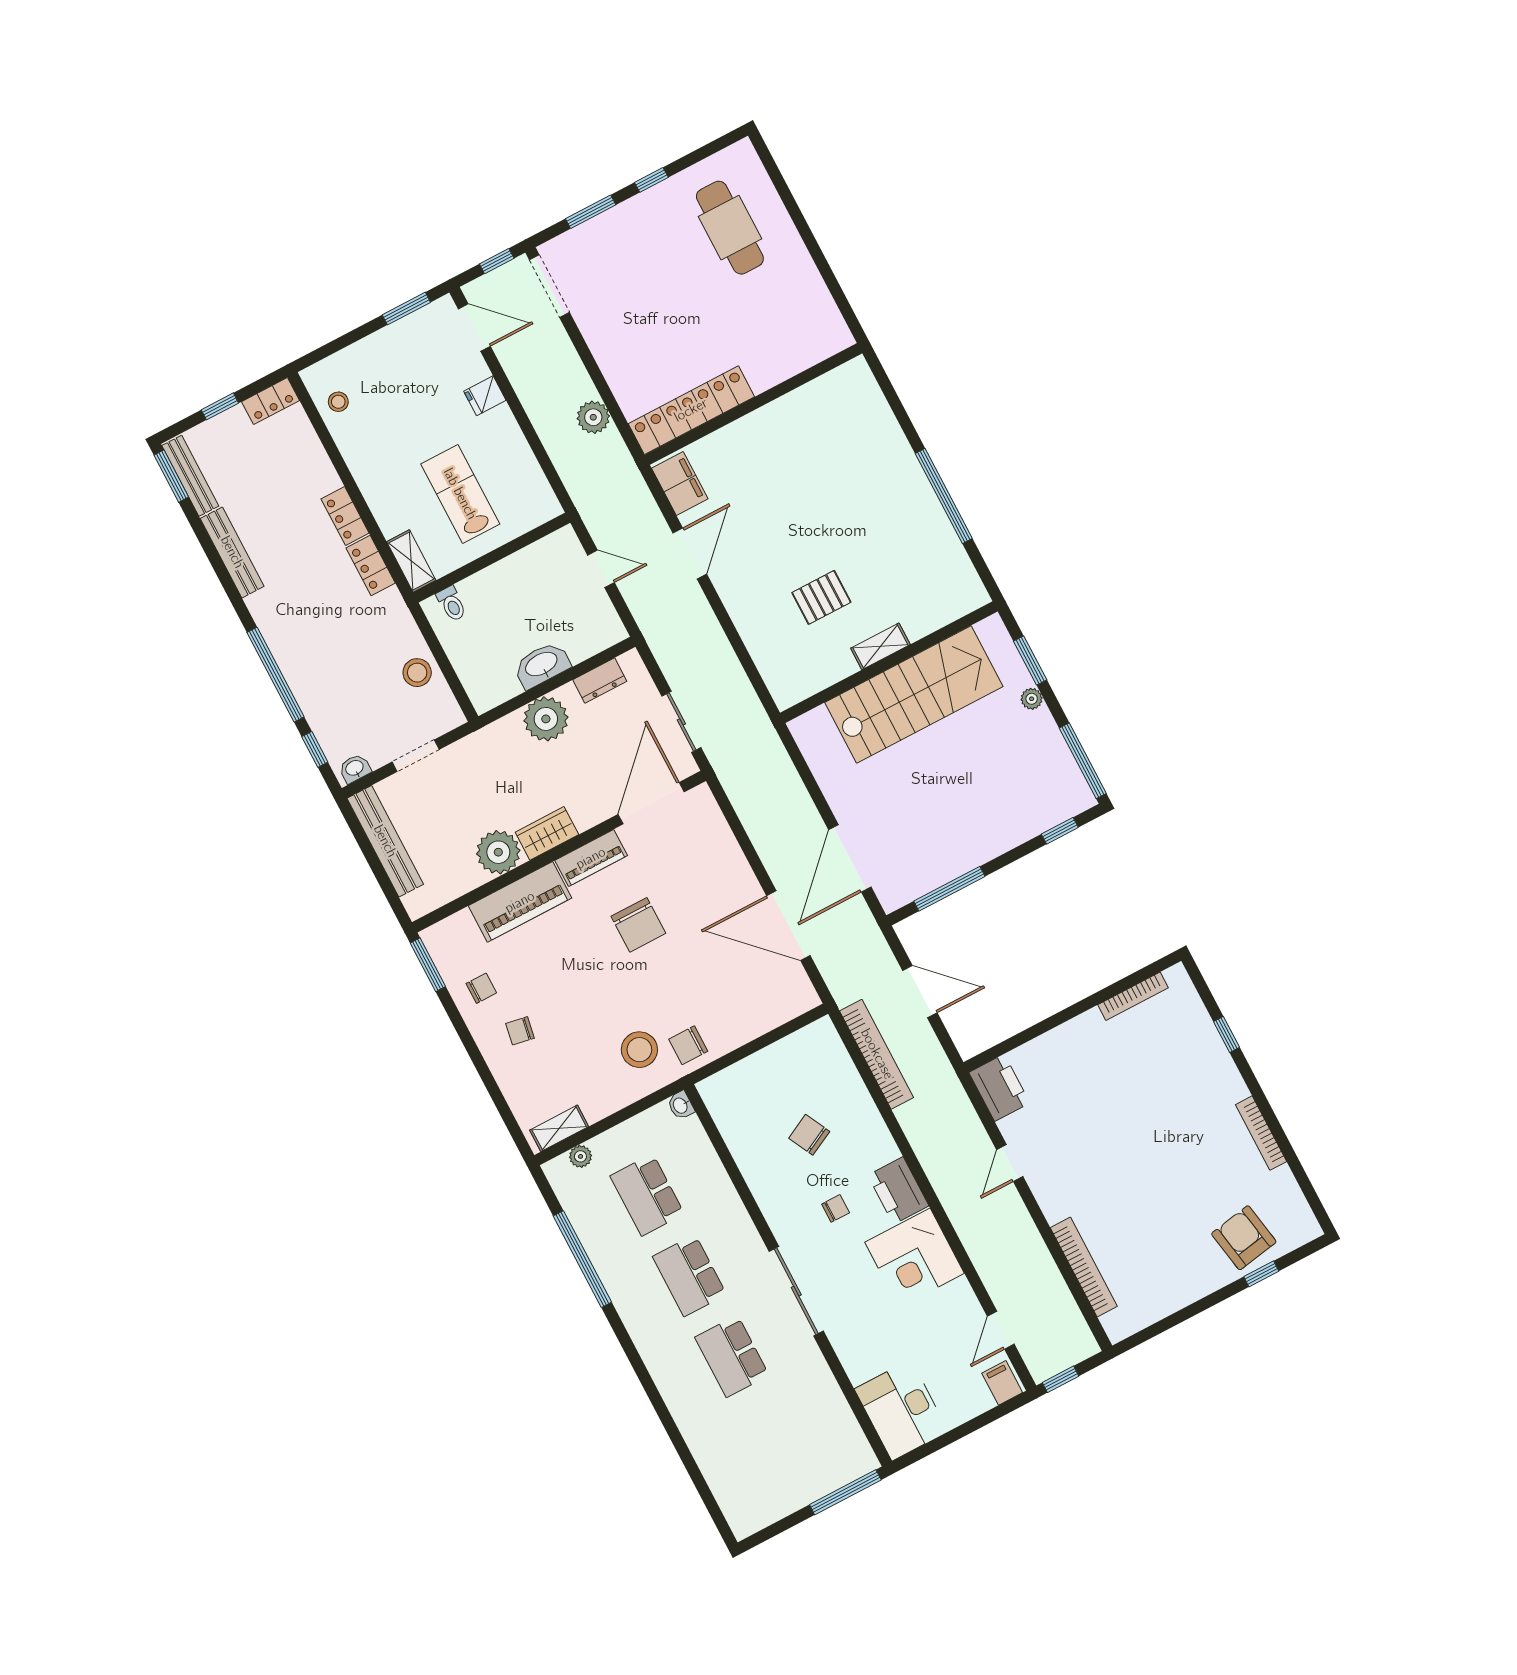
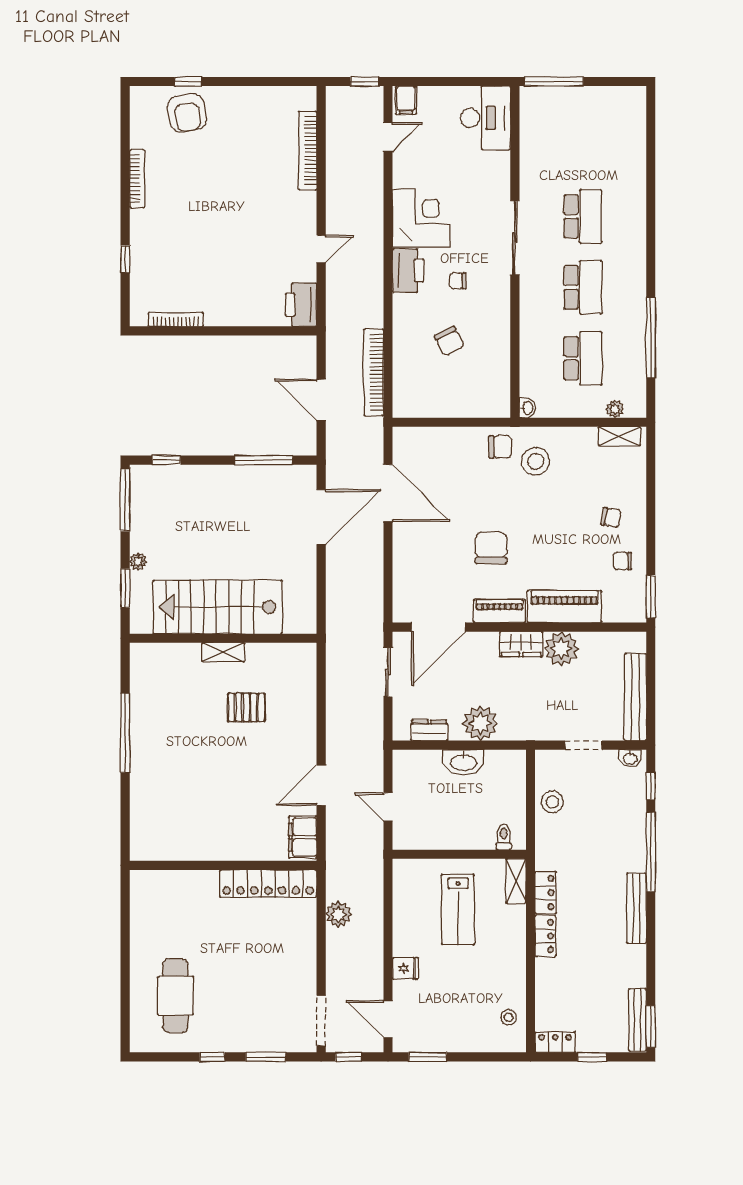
bench: (232, 552) -> (636, 908), moved

